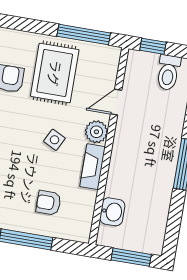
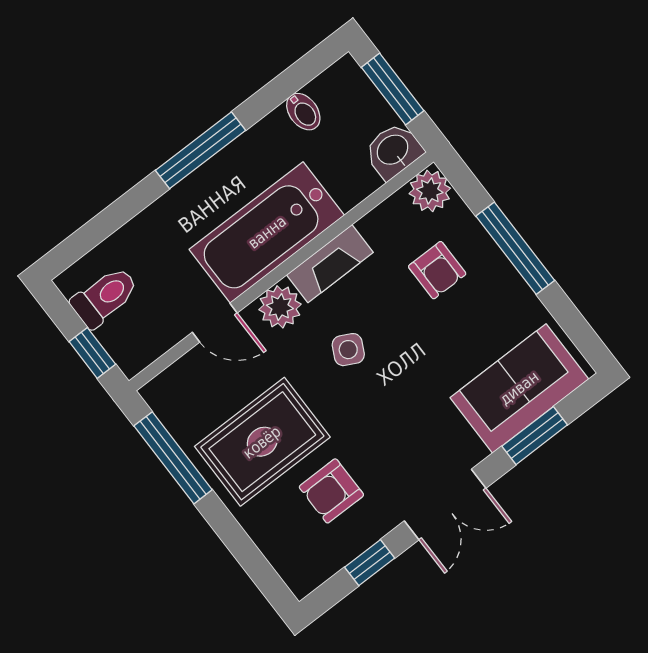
bathtub: (128, 156) -> (267, 232), added
washbasin: (112, 212) -> (393, 151), moved
bidet: (158, 216) -> (303, 112), added
plant: (80, 231) -> (430, 191), added

